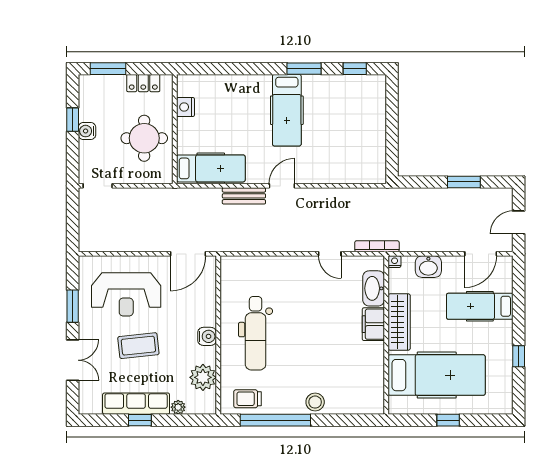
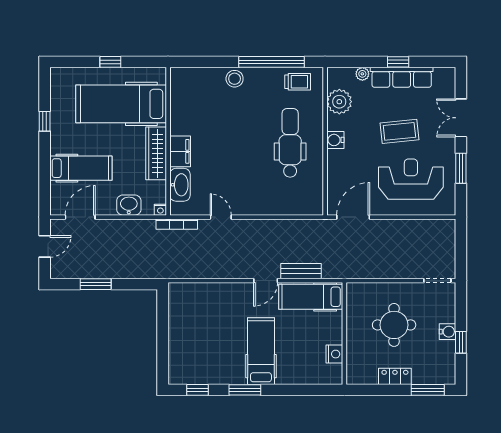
nightstand: (185, 107) -> (334, 354), moved
wall: (175, 129) -> (344, 333), moved
hospital bed: (211, 168) -> (311, 297), moved

